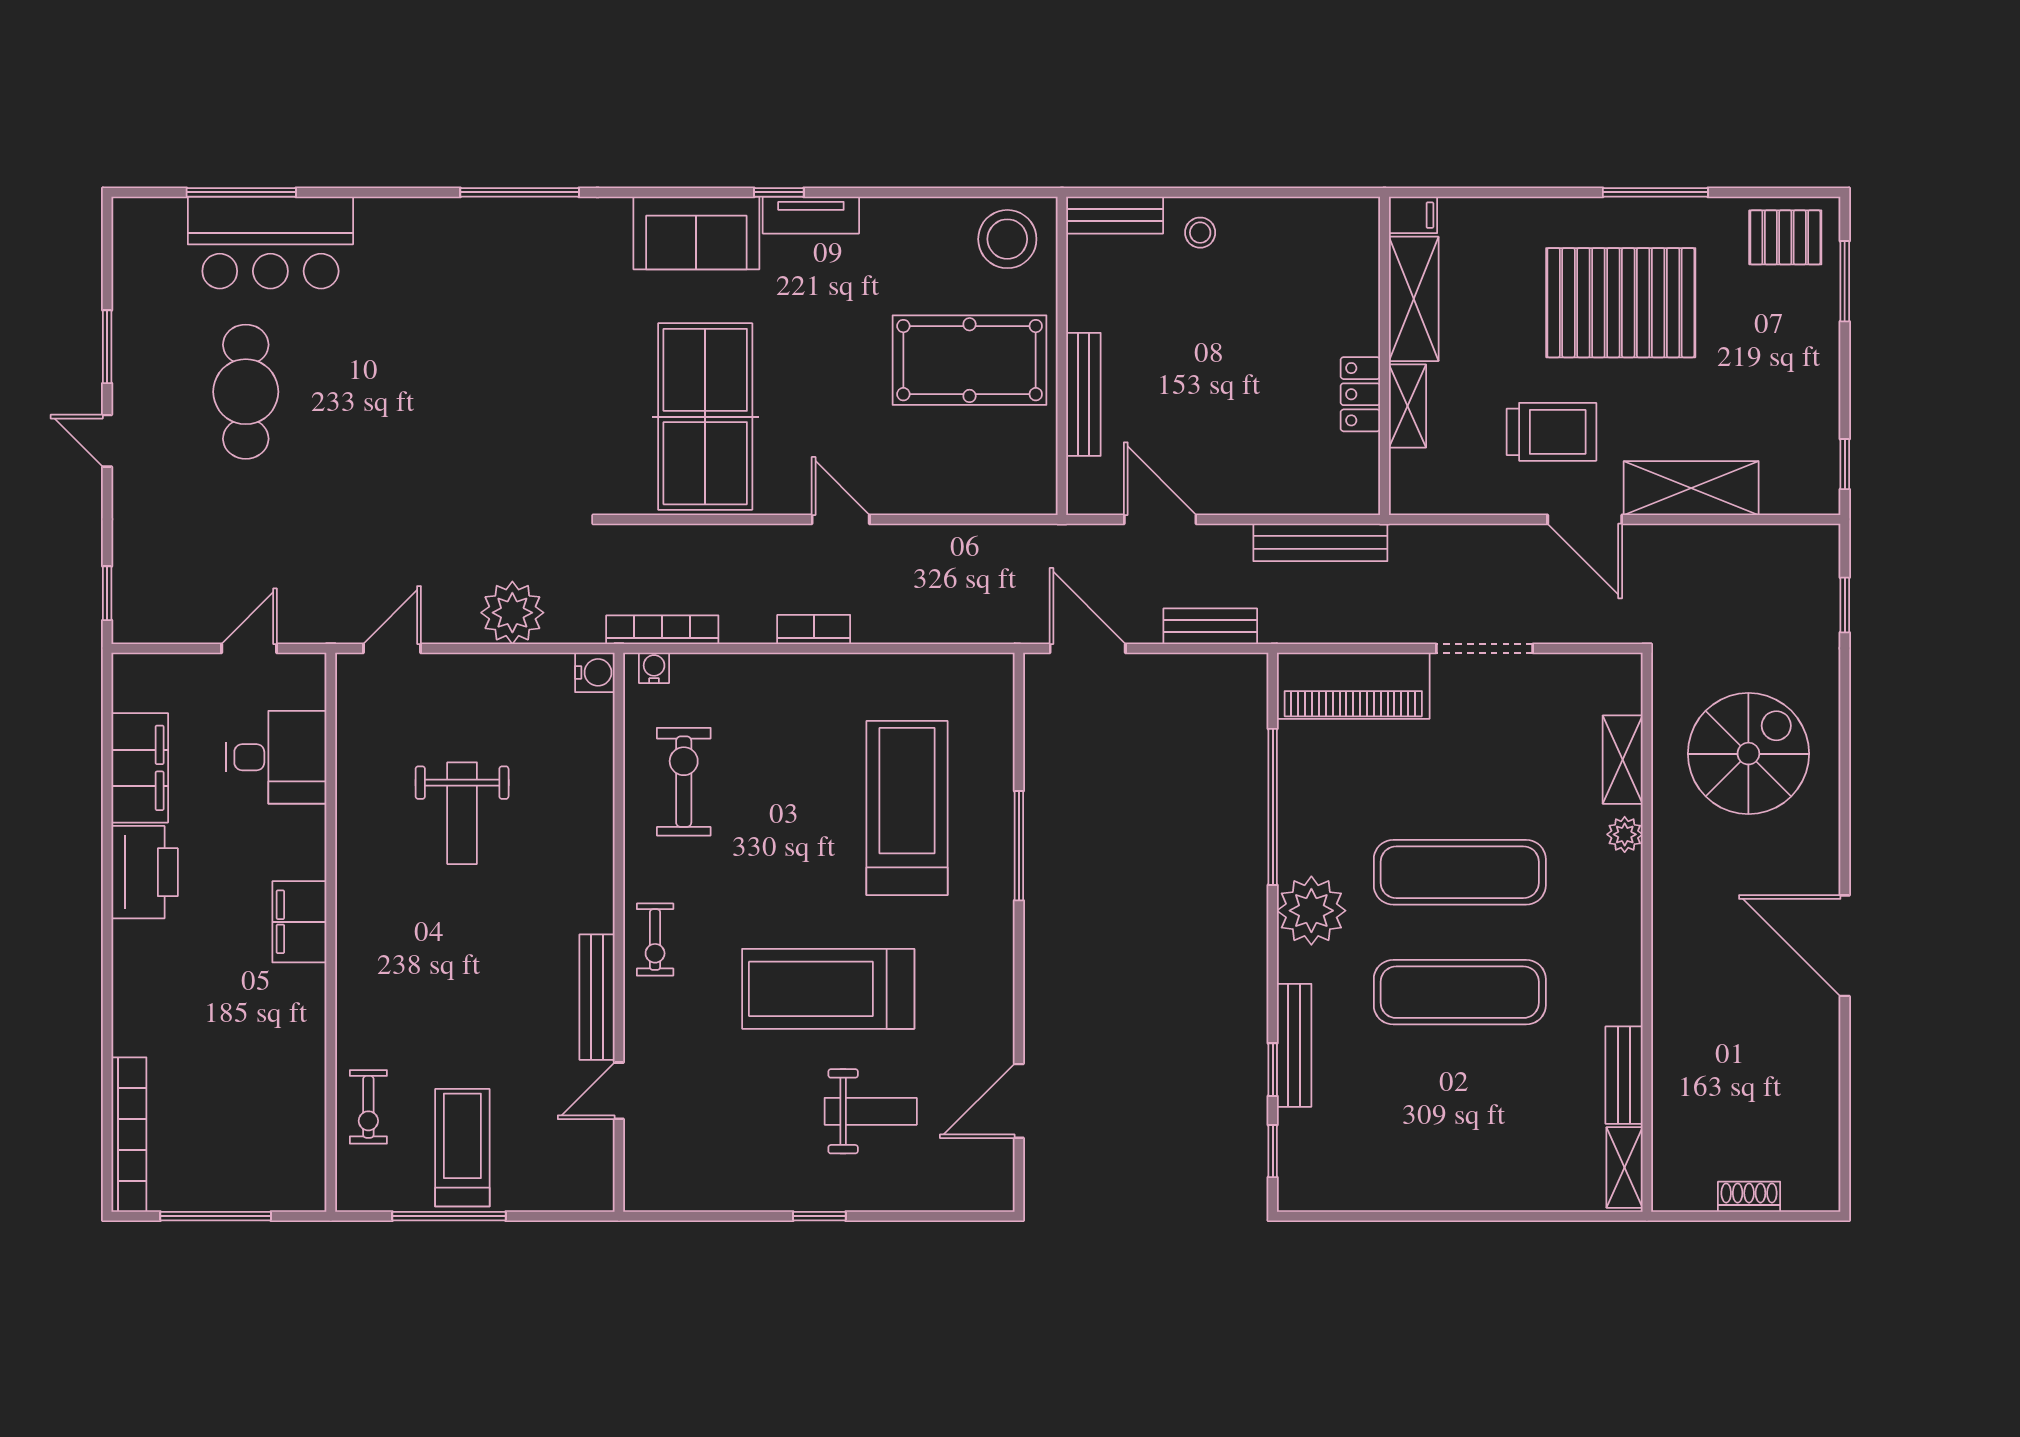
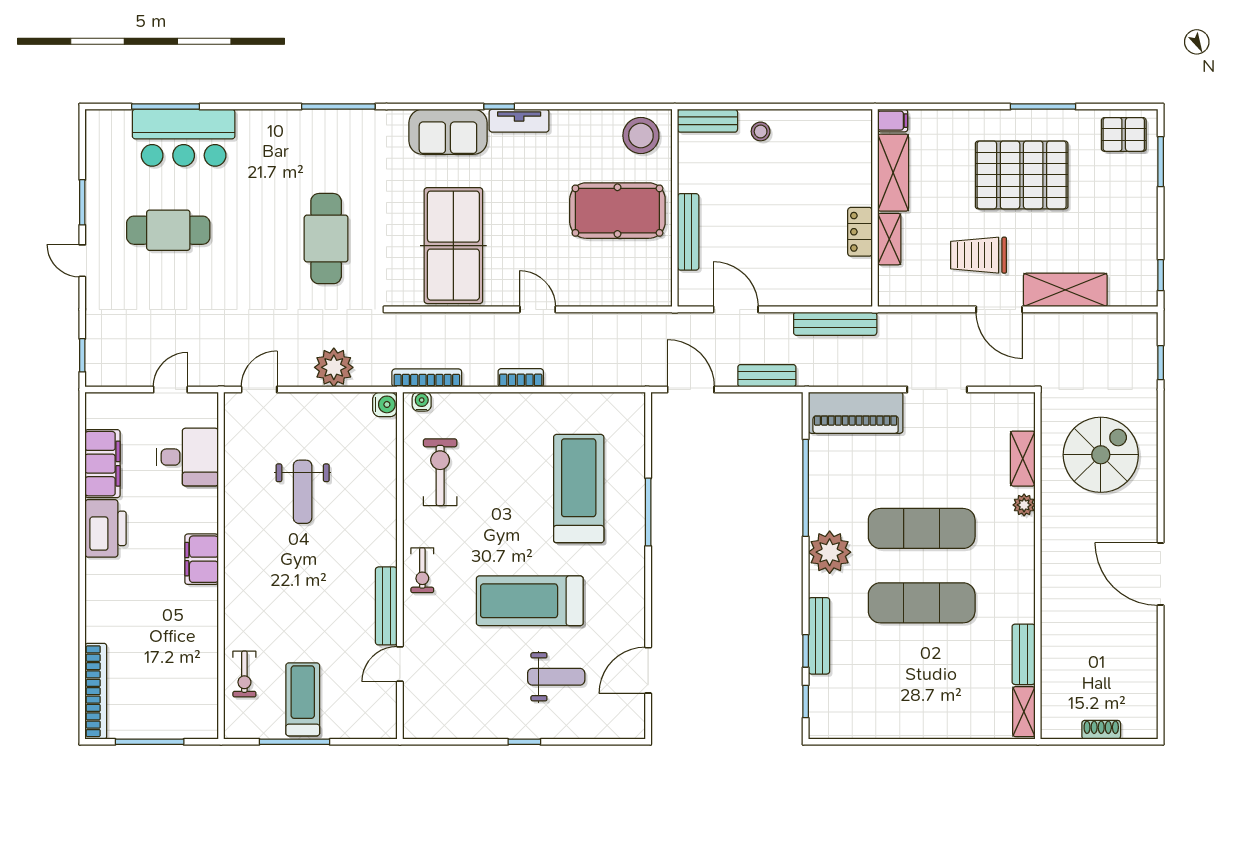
cafe table: (246, 392) -> (168, 230), turned 90
cafe table: (500, 405) -> (326, 239), added
trolley: (1551, 432) -> (979, 255), turned 180

